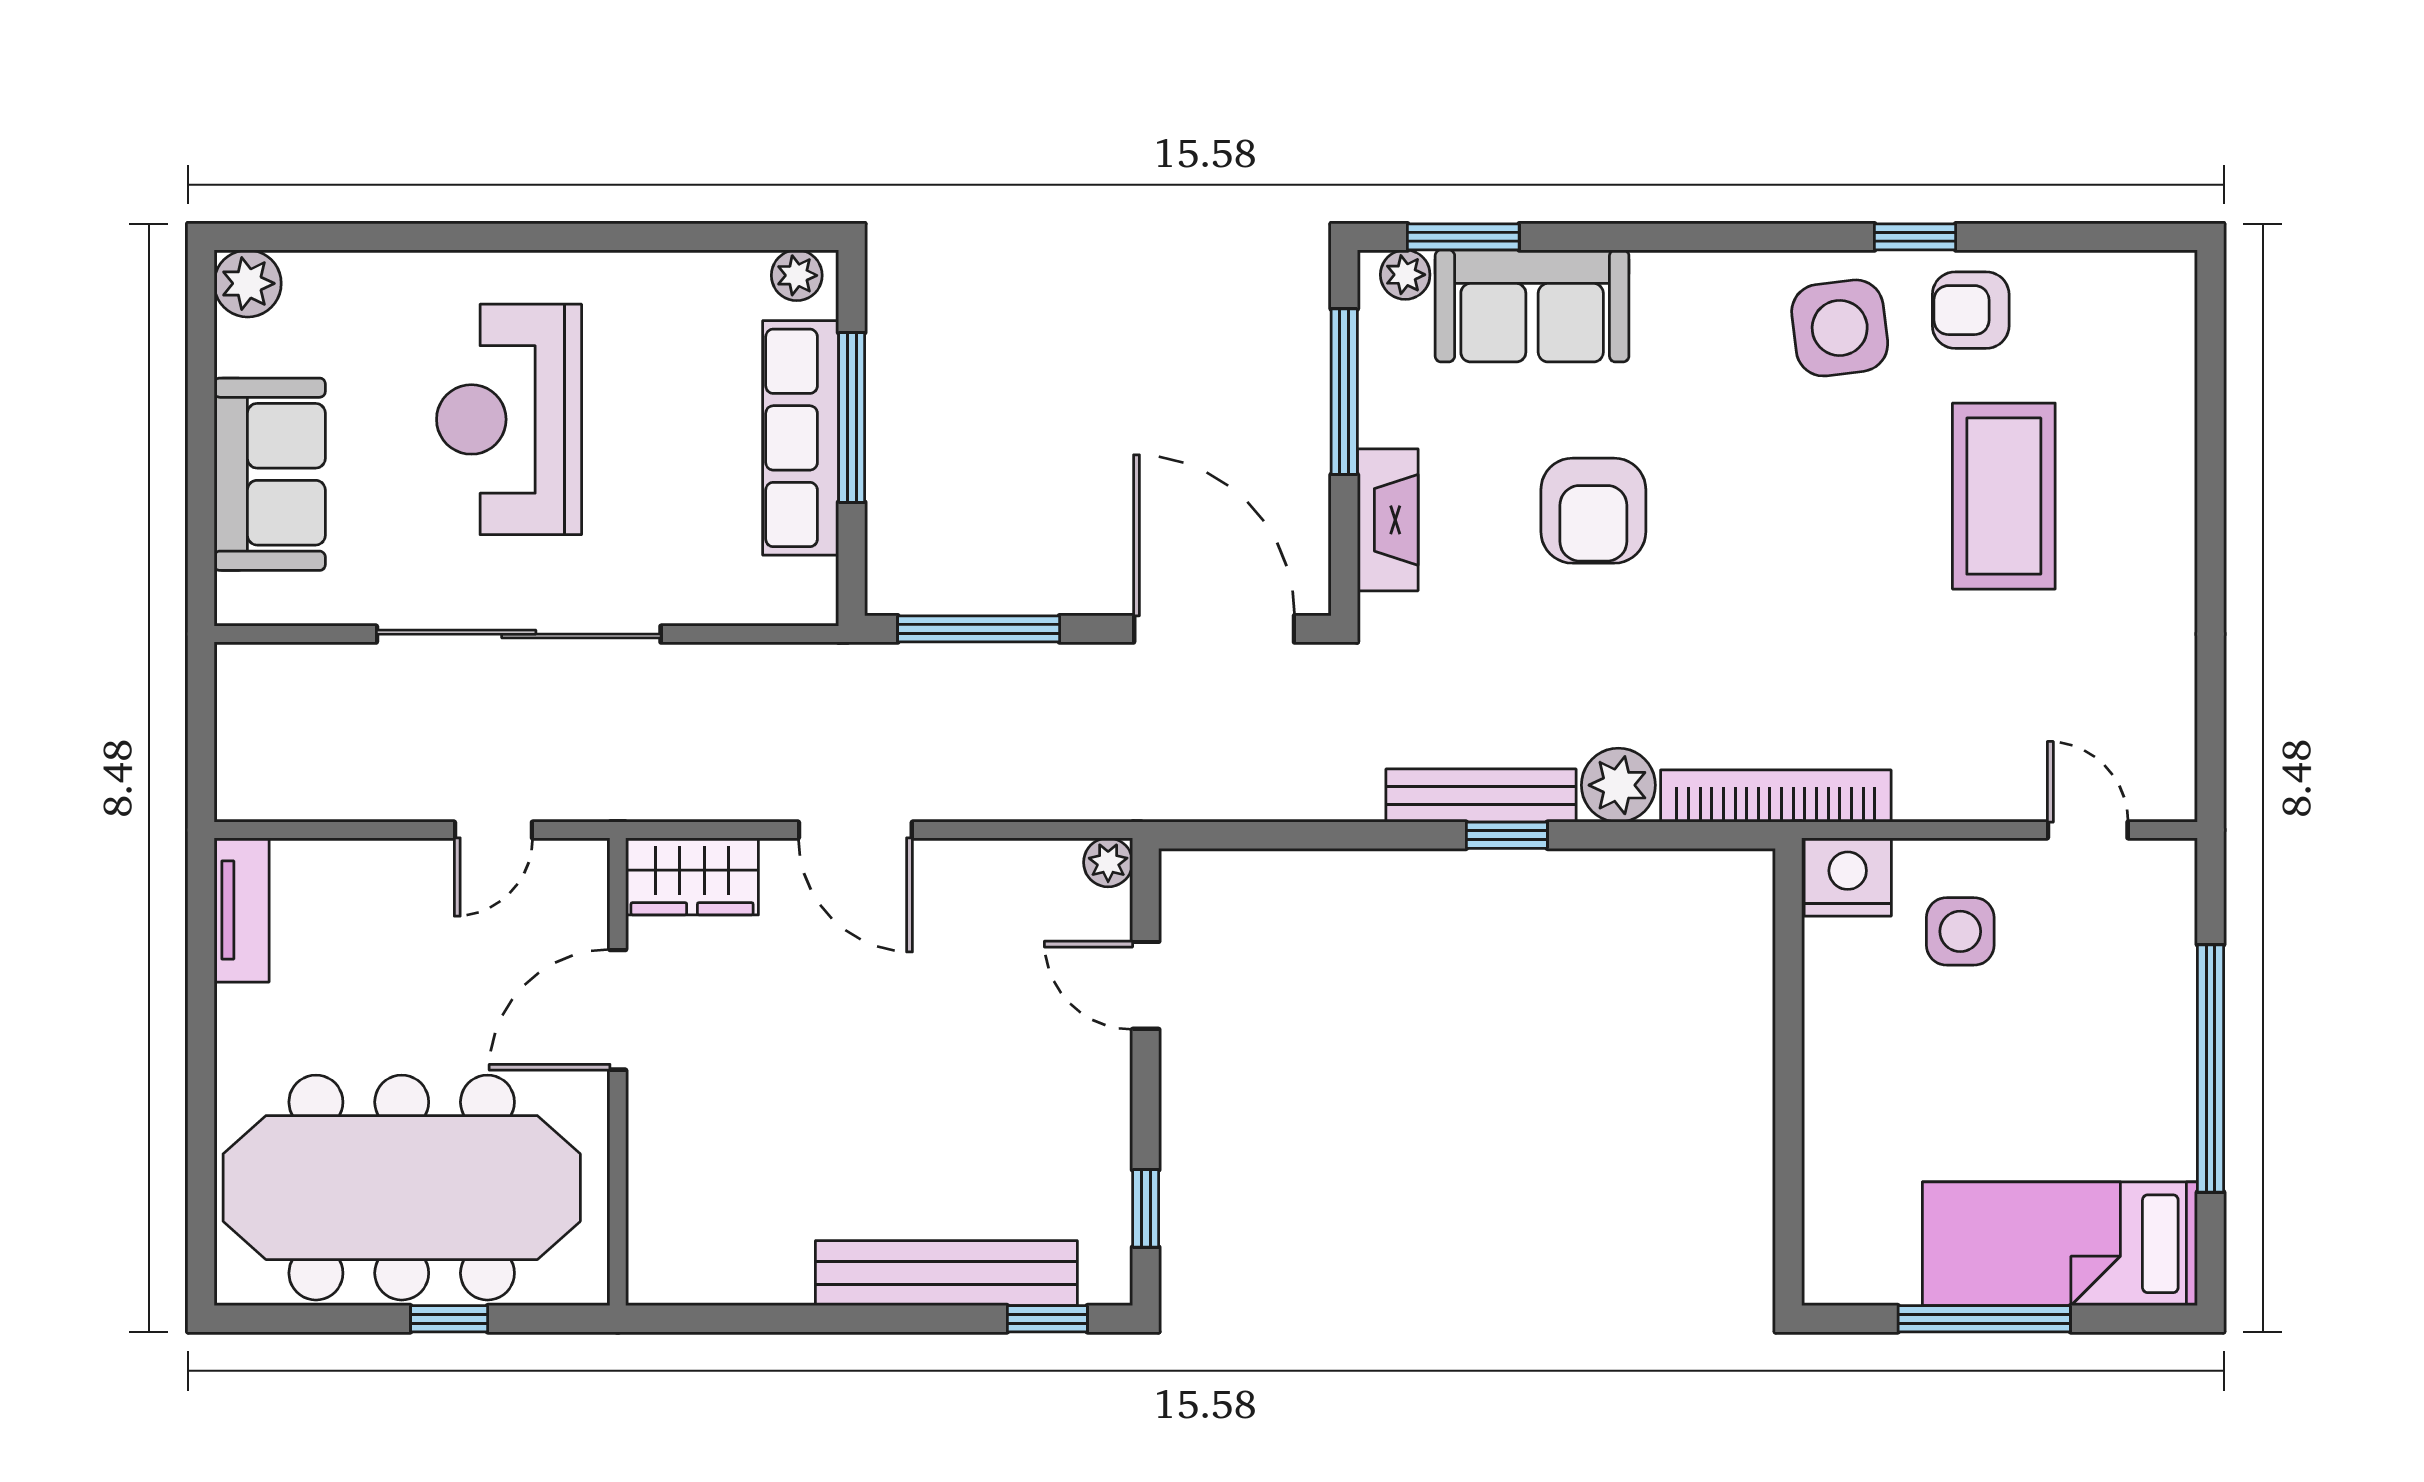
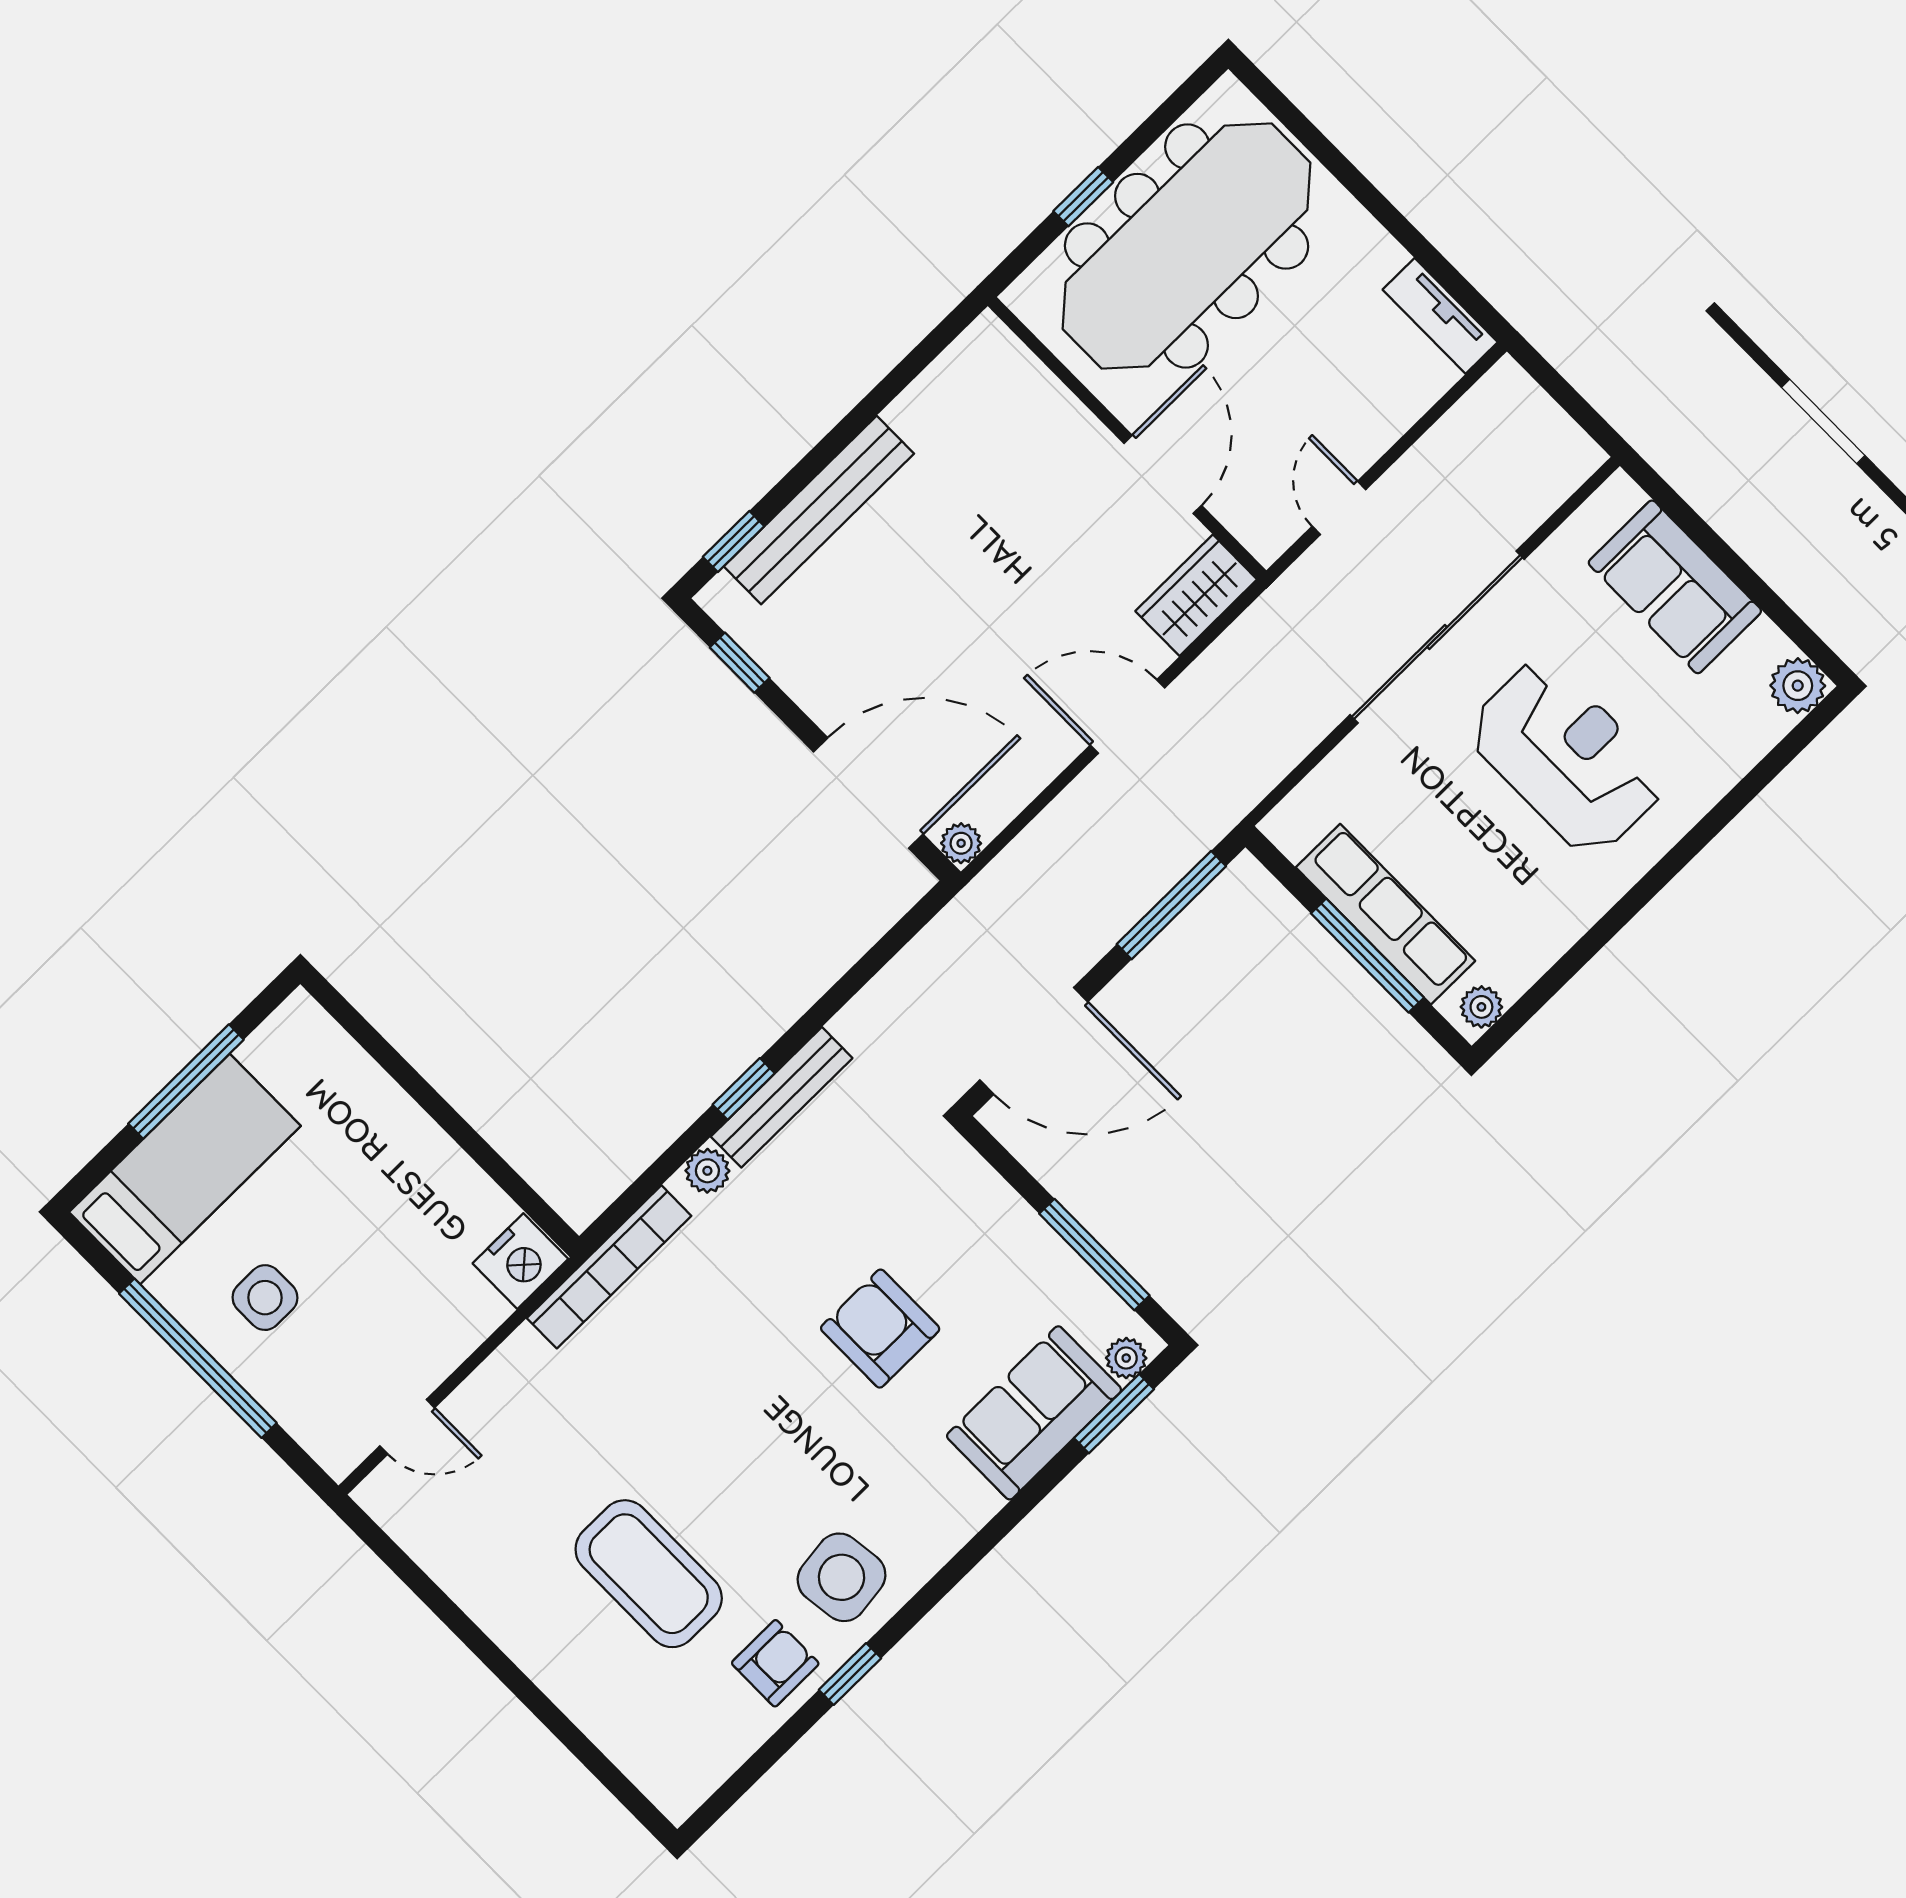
fireplace: (1388, 520) -> (995, 1205), removed
plant: (1618, 785) -> (707, 1171), width x0.73, depth x0.73
side table: (1960, 931) -> (265, 1298), moved
door: (1146, 985) -> (868, 793), width x1.88

